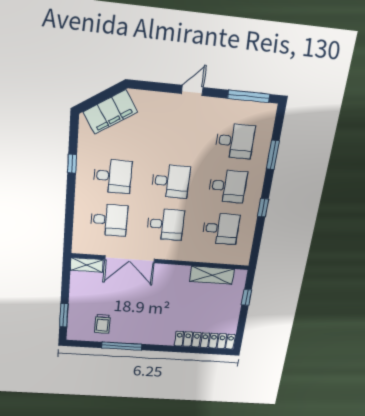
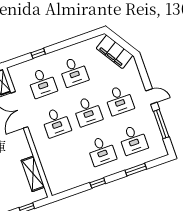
window: (249, 96) -> (161, 124), moved
window: (72, 164) -> (38, 53), moved
desk: (221, 229) -> (119, 100), moved

